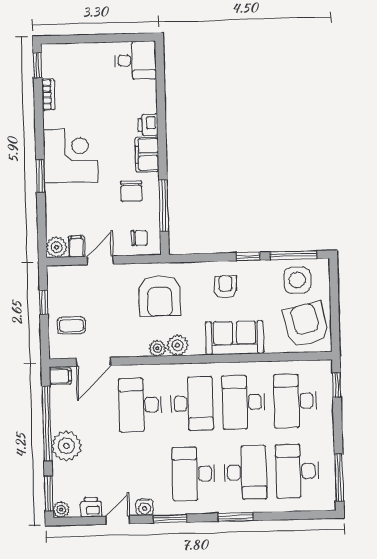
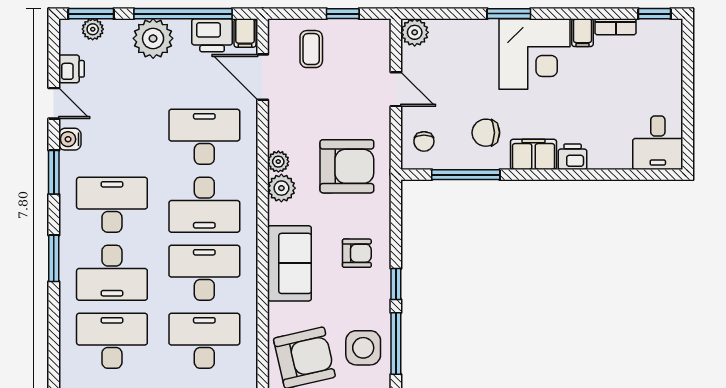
filing cabinet: (76, 246) -> (582, 33), moved, turned 90
armchair: (160, 296) -> (347, 166), turned 180
printer: (63, 401) -> (212, 35), added
plant: (61, 510) -> (93, 29), moved

